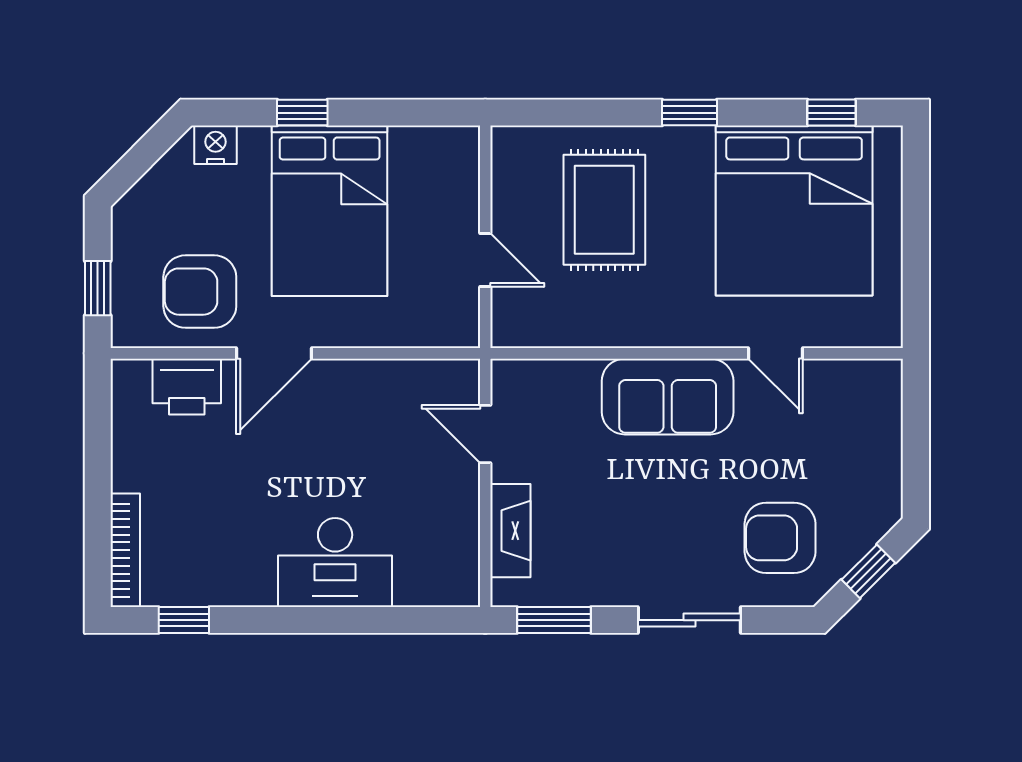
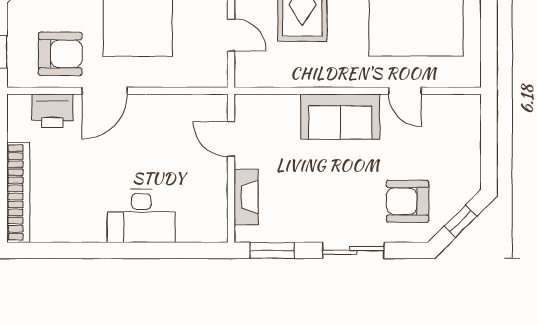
armchair: (200, 292) -> (60, 54), turned 180
bookcase: (125, 550) -> (18, 192), width x1.48, depth x1.31
window: (184, 620) -> (51, 250), removed

